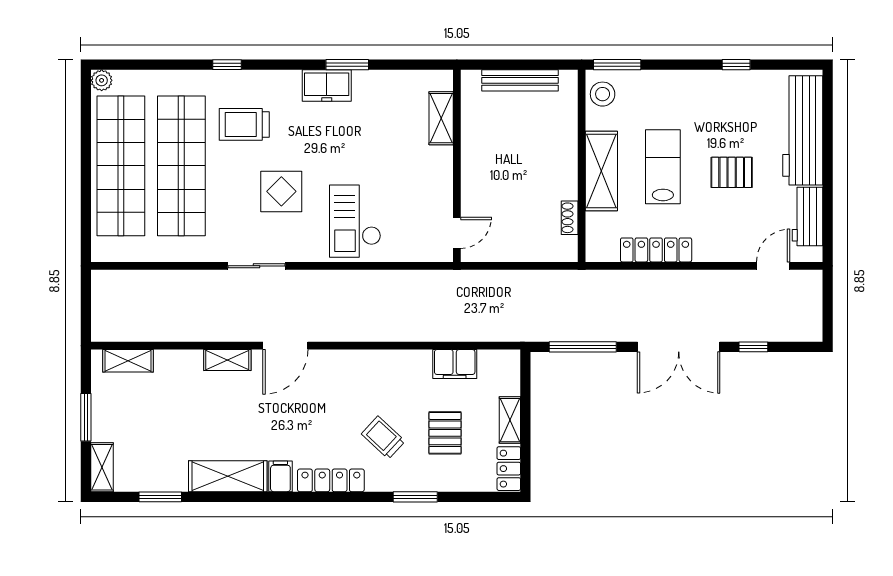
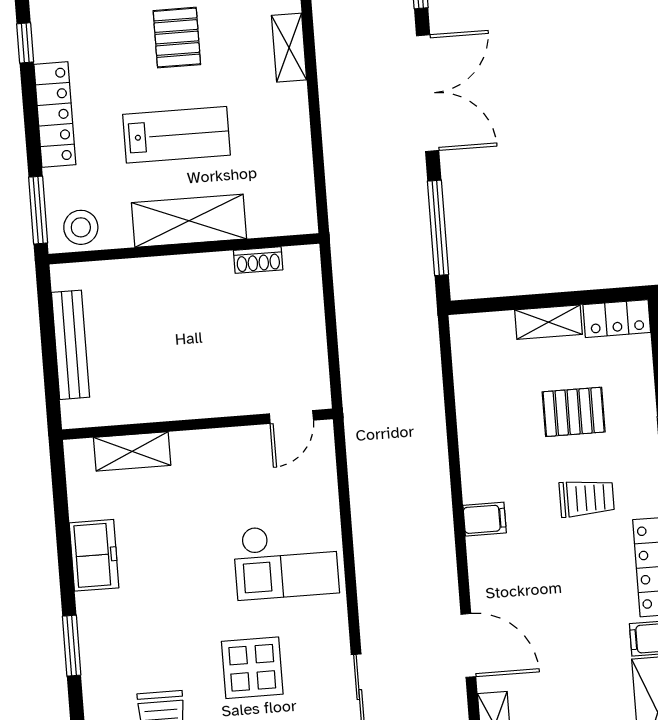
window: (347, 65) -> (72, 646), moved
freezer: (327, 86) -> (94, 555), moved
lab bench: (663, 167) -> (176, 135), turned 180
door: (457, 233) -> (291, 417), swing flipped
locker: (656, 250) -> (55, 114), moved, turned 180
shelving: (718, 251) -> (289, 48), added
filing cabinet: (455, 364) -> (485, 519), moved, width x0.50
trolley: (383, 437) -> (587, 498), turned -133

